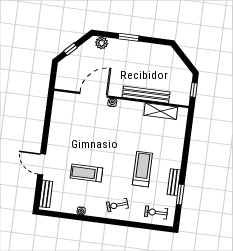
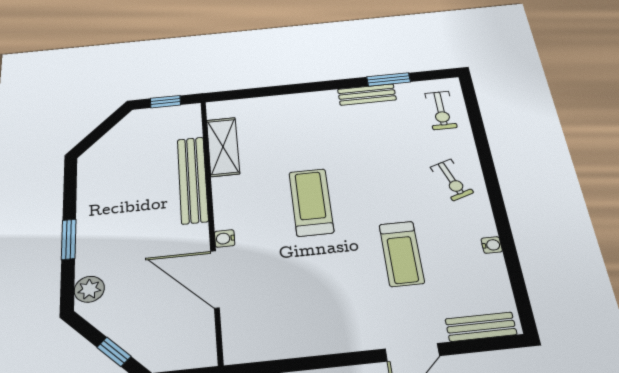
treadmill: (142, 169) -> (311, 202), moved, turned 90

